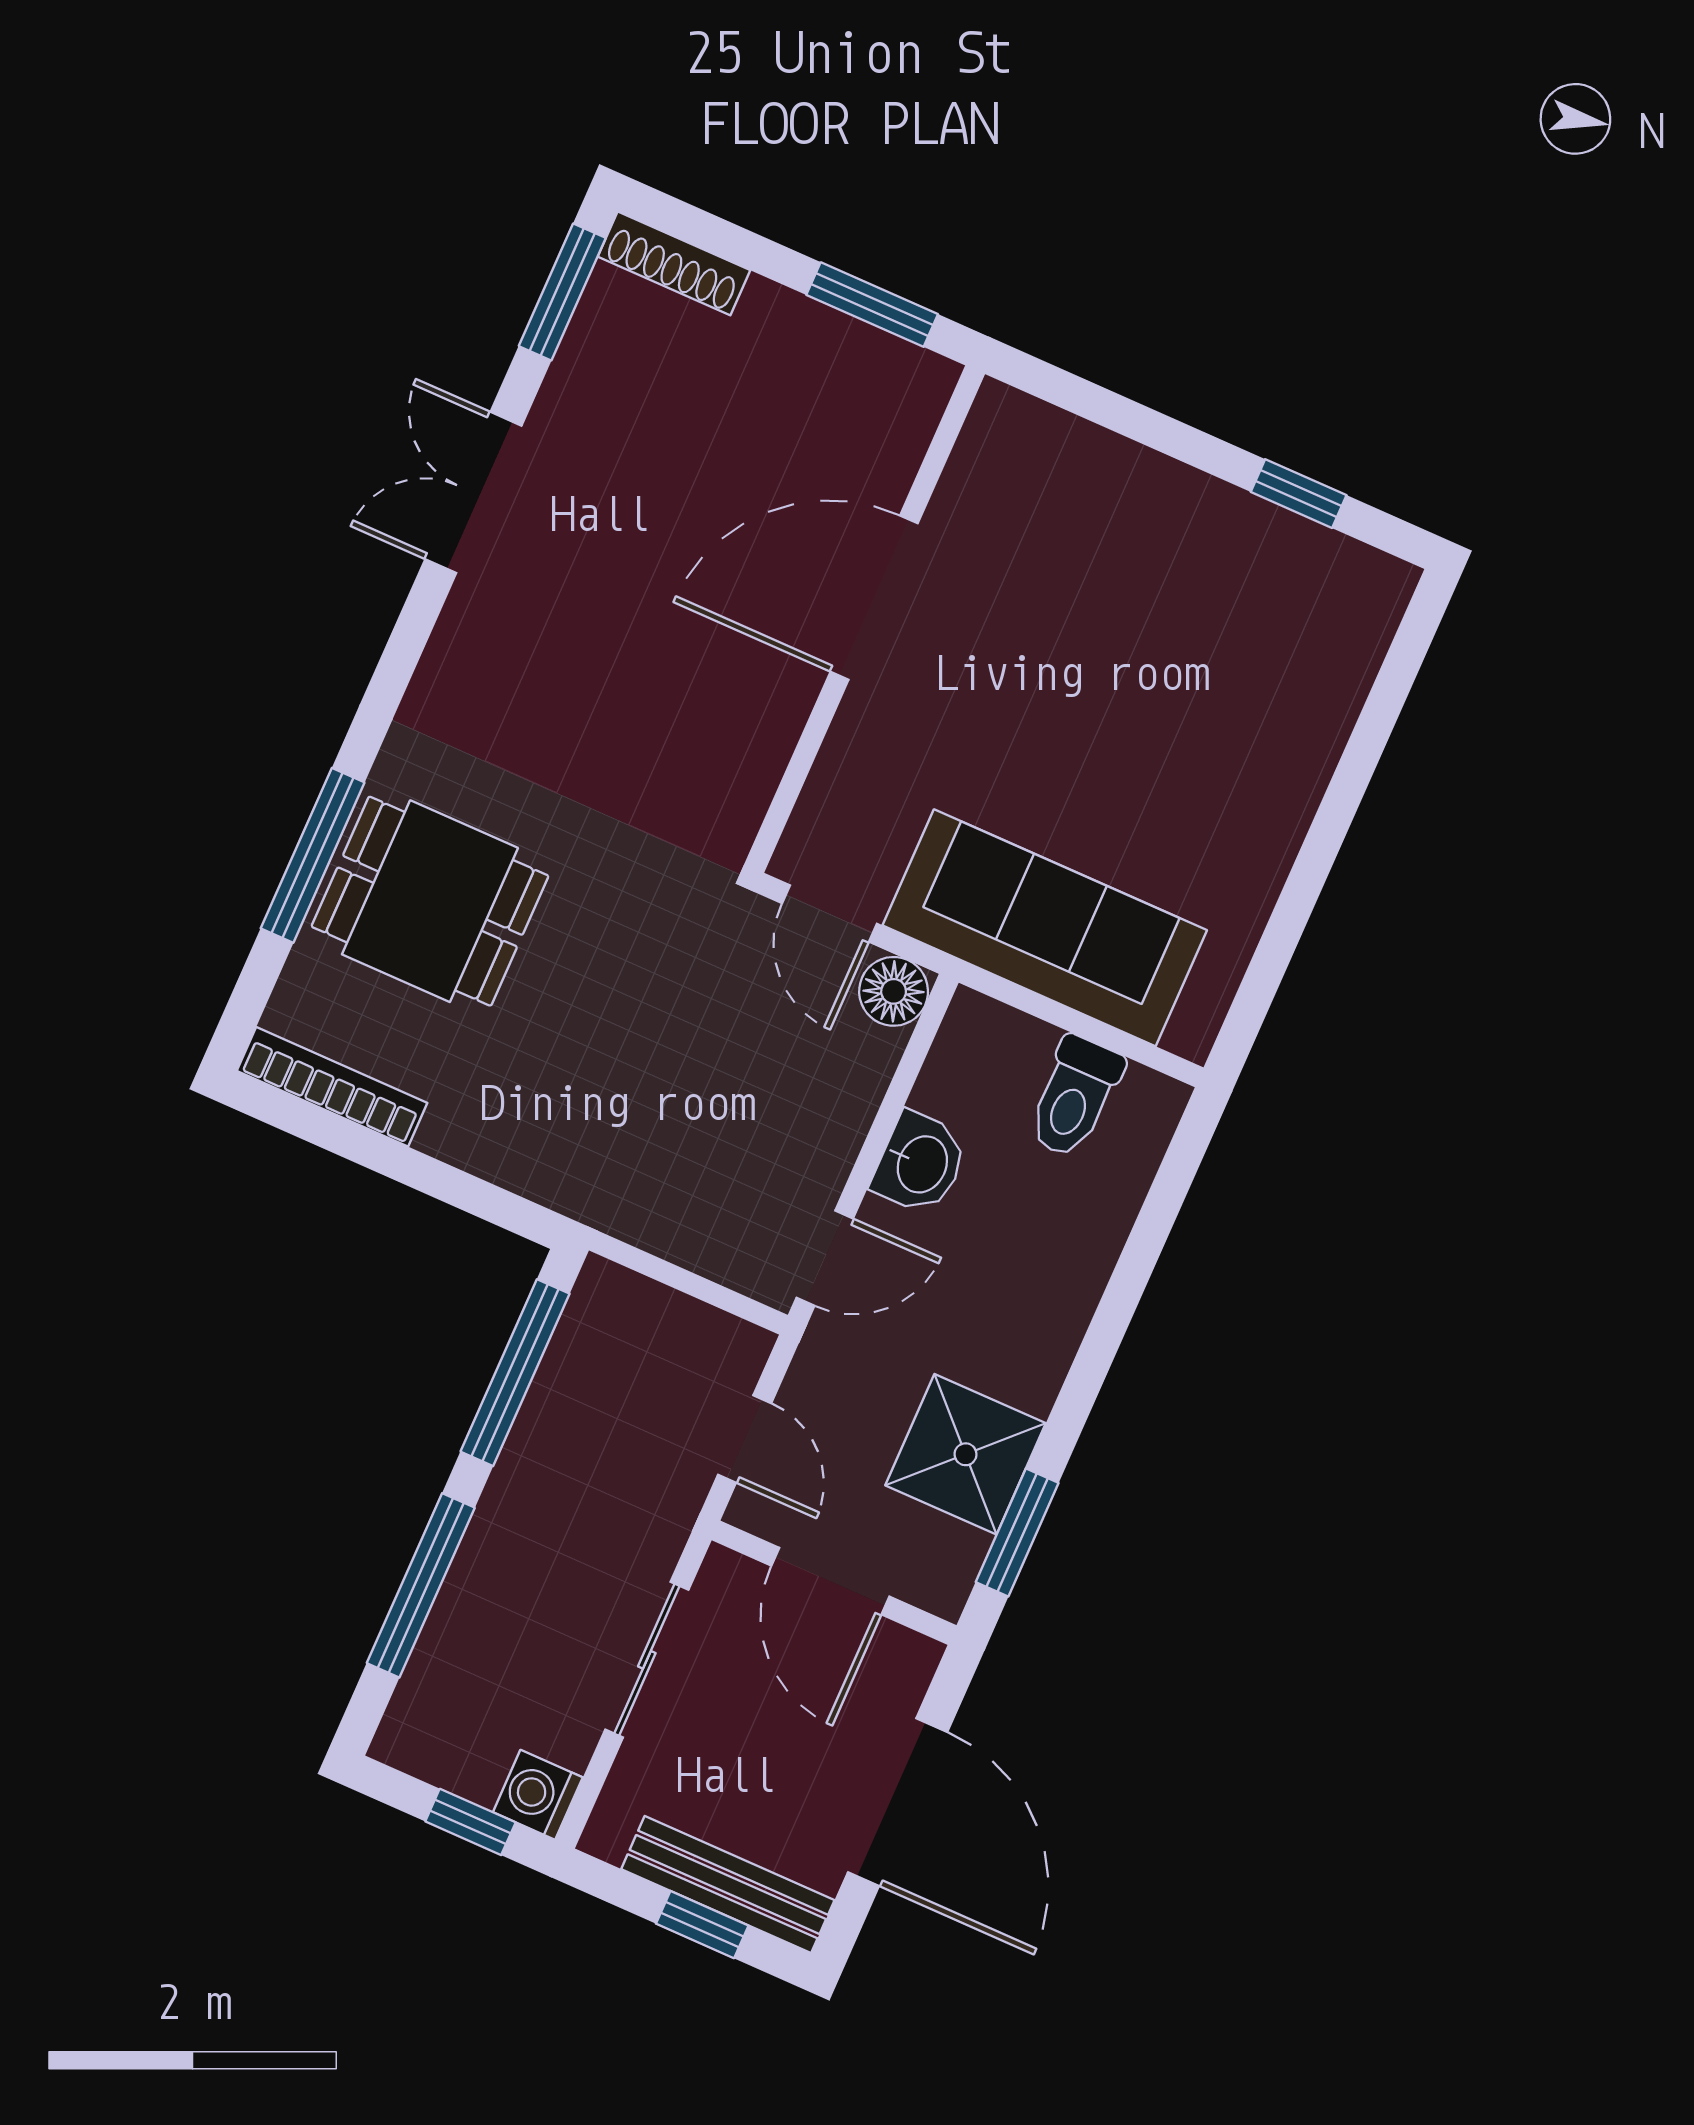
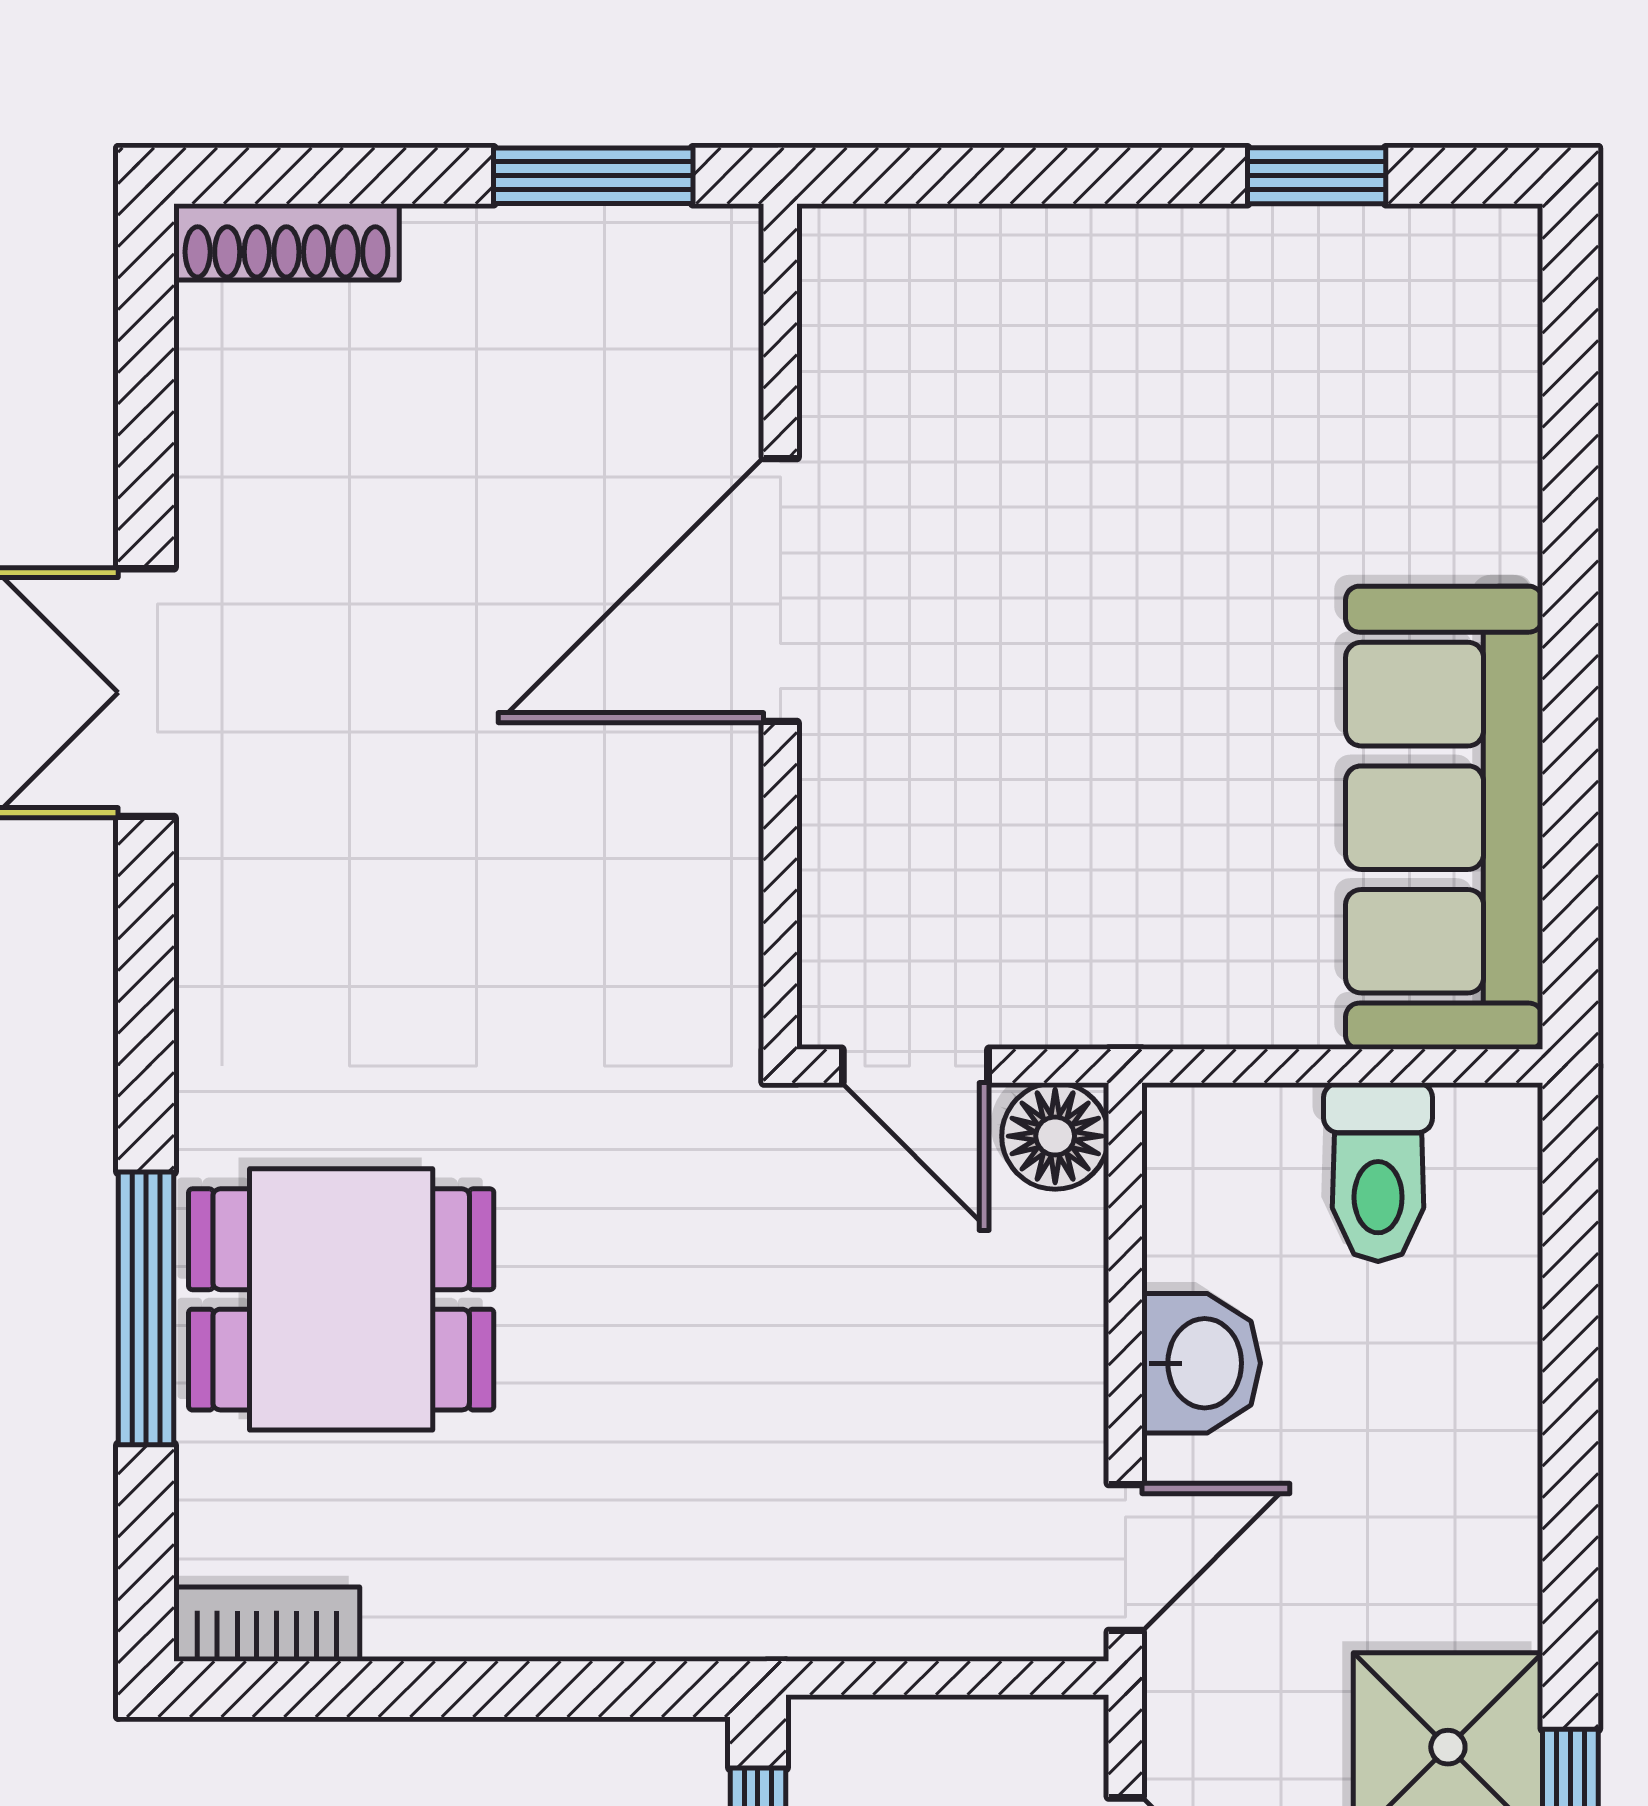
window: (562, 292) -> (146, 353), removed
sofa: (1045, 928) -> (1444, 818), moved, turned -90
bookcase: (332, 1087) -> (267, 1624), width x0.64

